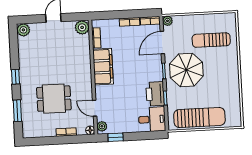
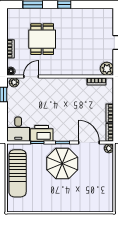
plant: (23, 30) -> (107, 14), removed
sun lounger: (211, 40) -> (89, 188), removed
filing cabinet: (103, 67) -> (69, 86), removed

